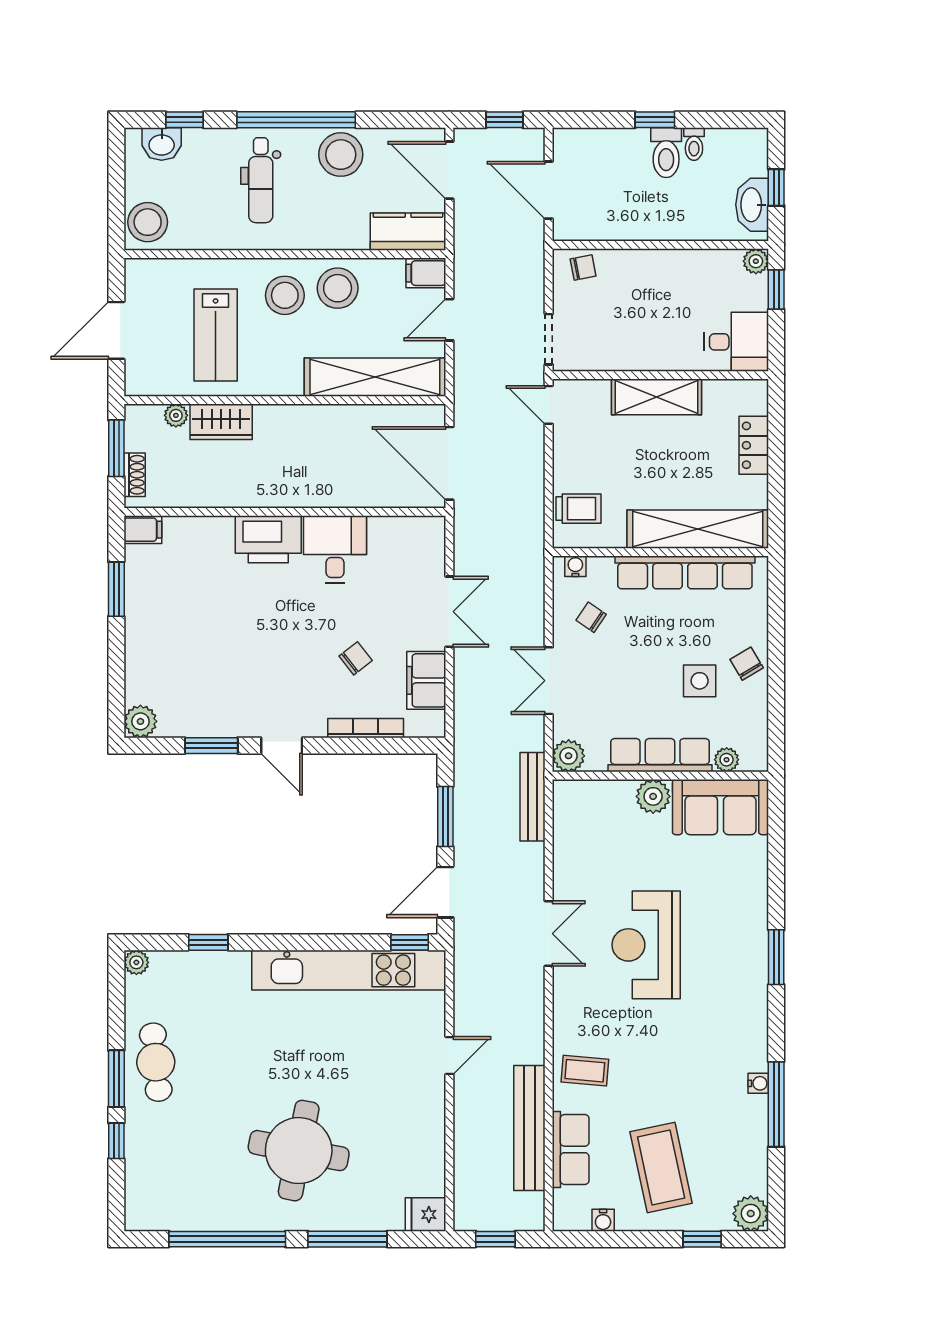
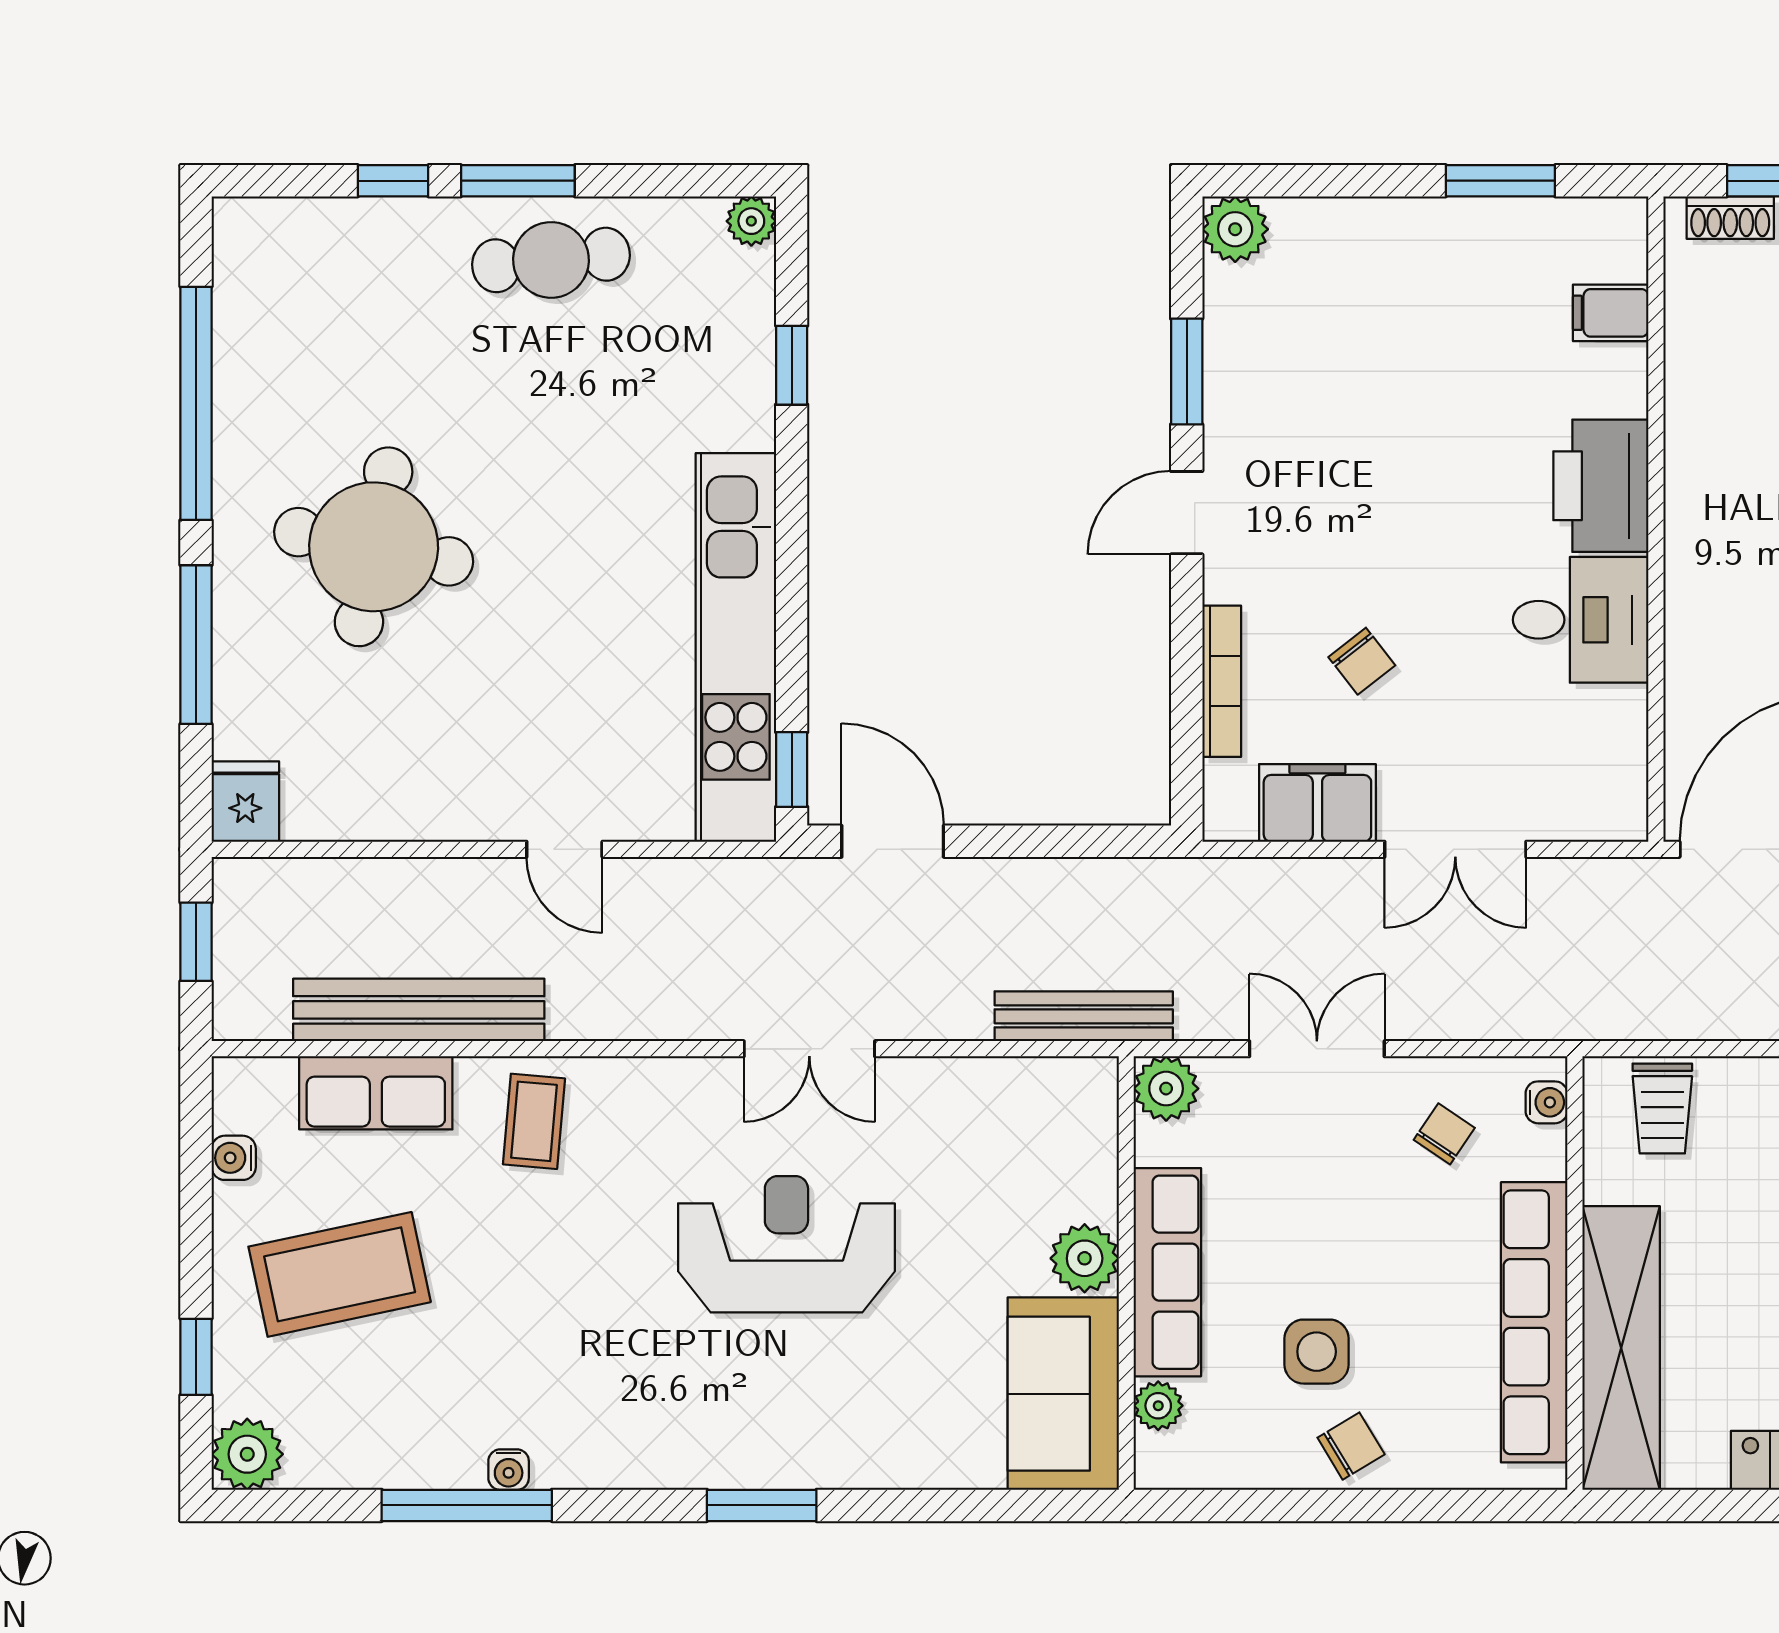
filing cabinet: (143, 530) -> (1611, 313), moved, turned 90
window: (445, 817) -> (1044, 841), removed

